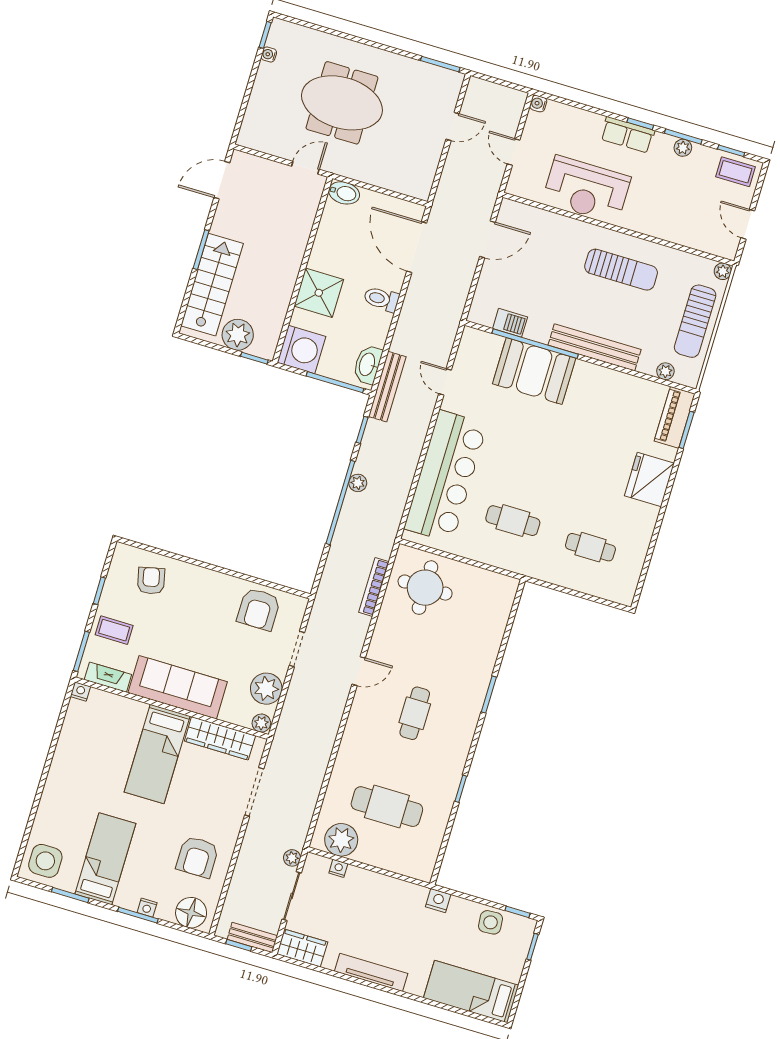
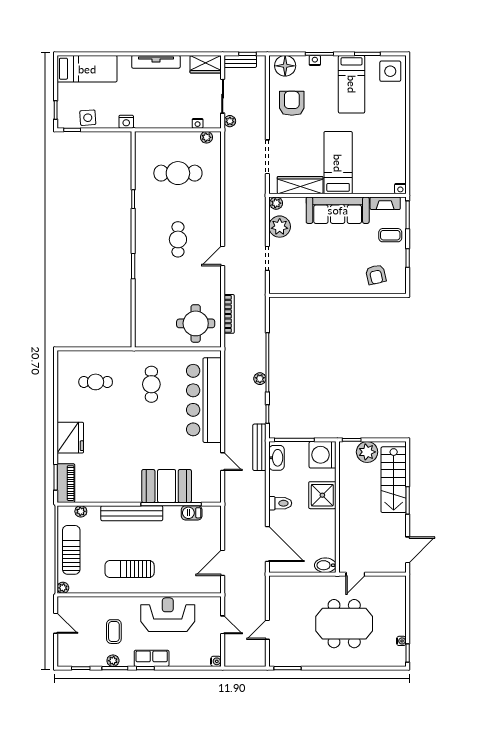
coffee table: (735, 172) -> (114, 632), moved, turned 90
cafe table: (513, 521) -> (151, 384), turned 90
armchair: (259, 609) -> (300, 277), removed
plant: (341, 840) -> (206, 137), width x0.53, depth x0.53

